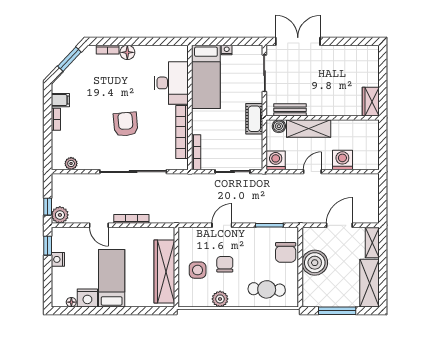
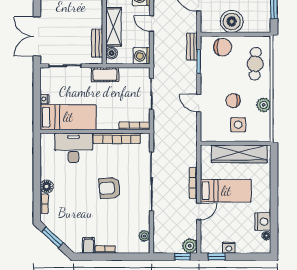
bench: (286, 218) -> (192, 47), added
bed: (112, 278) -> (226, 191), moved, turned 180

